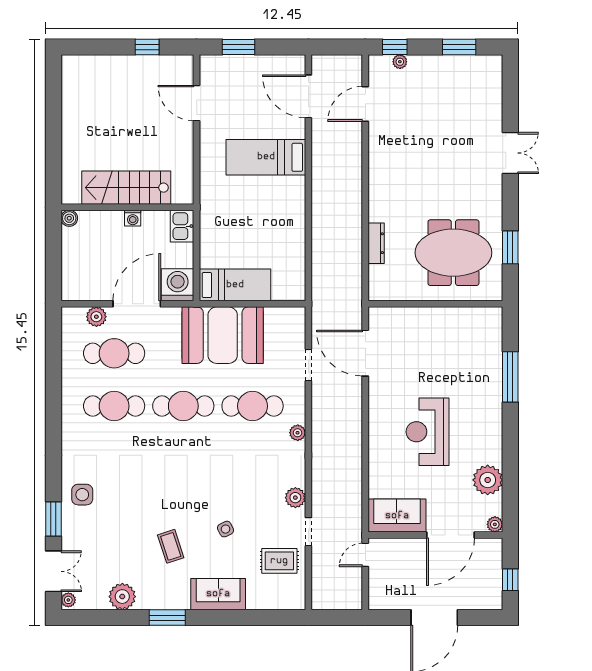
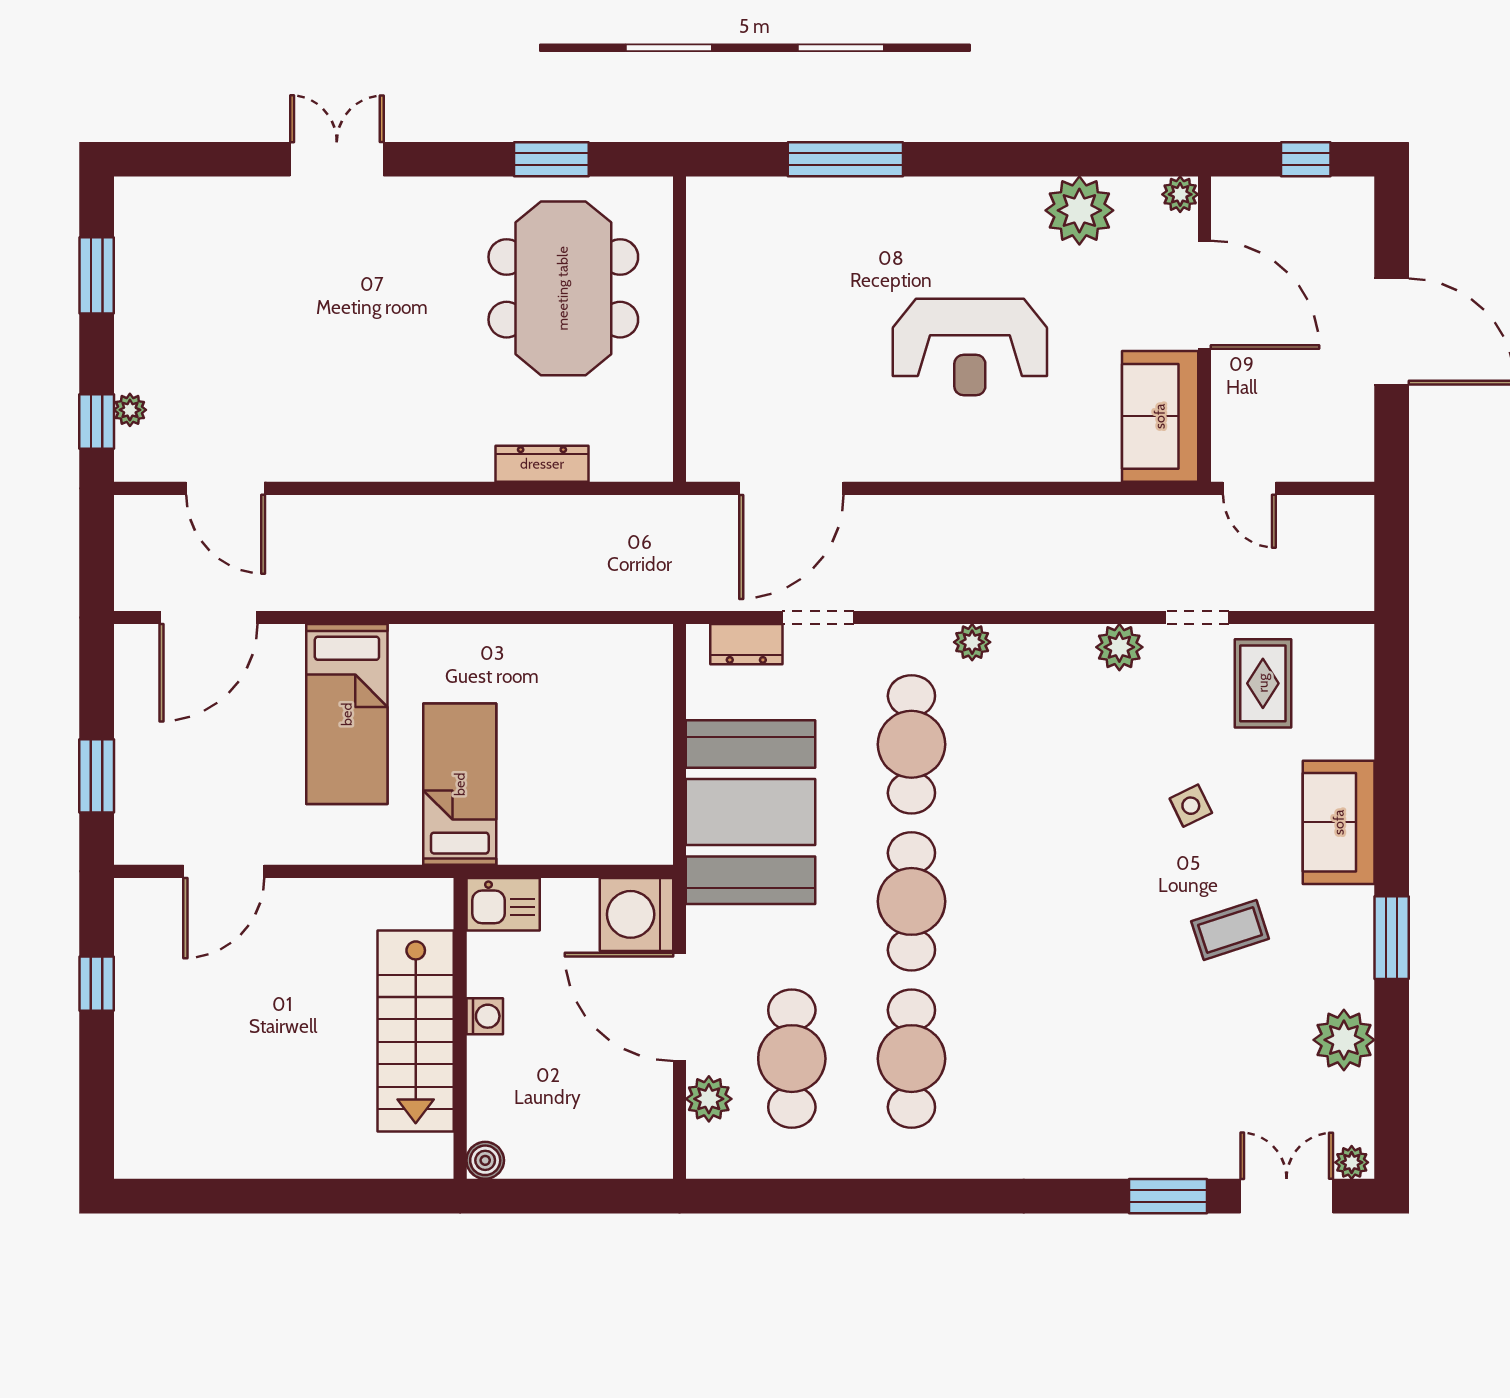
bed: (235, 285) -> (460, 784), moved
dresser: (297, 333) -> (746, 644), added
side table: (82, 495) -> (1113, 1131), removed

